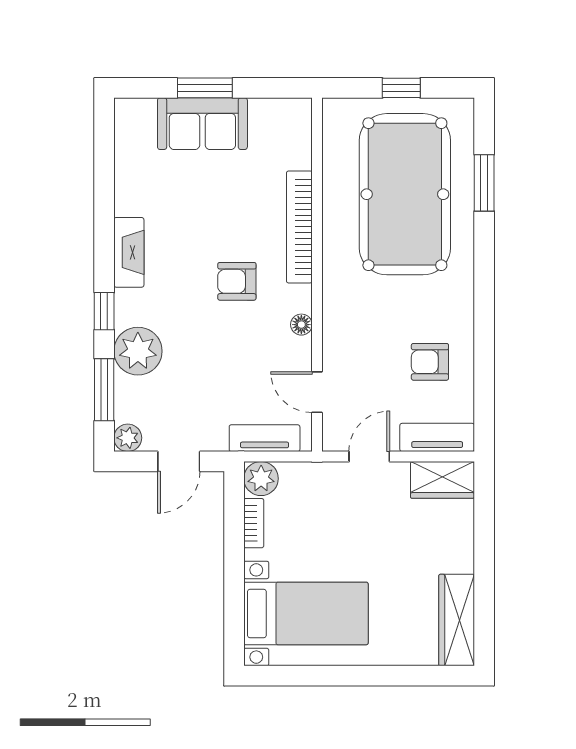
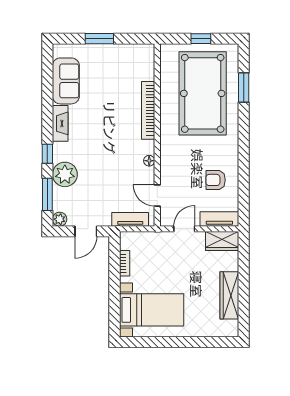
sofa: (202, 124) -> (66, 81), moved, turned -90
armchair: (237, 281) -> (116, 138), removed
plant: (261, 479) -> (128, 240), removed
wardrobe: (457, 620) -> (229, 295), moved

